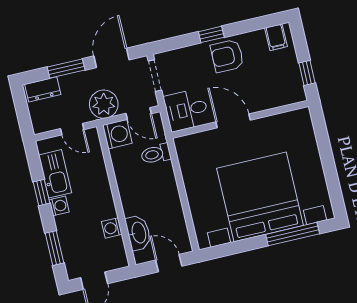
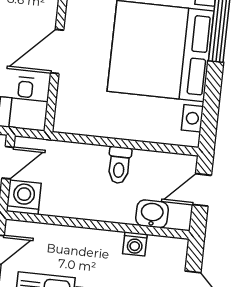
toilet: (156, 154) -> (119, 165), moved
washbasin: (138, 233) -> (152, 214), width x0.72

